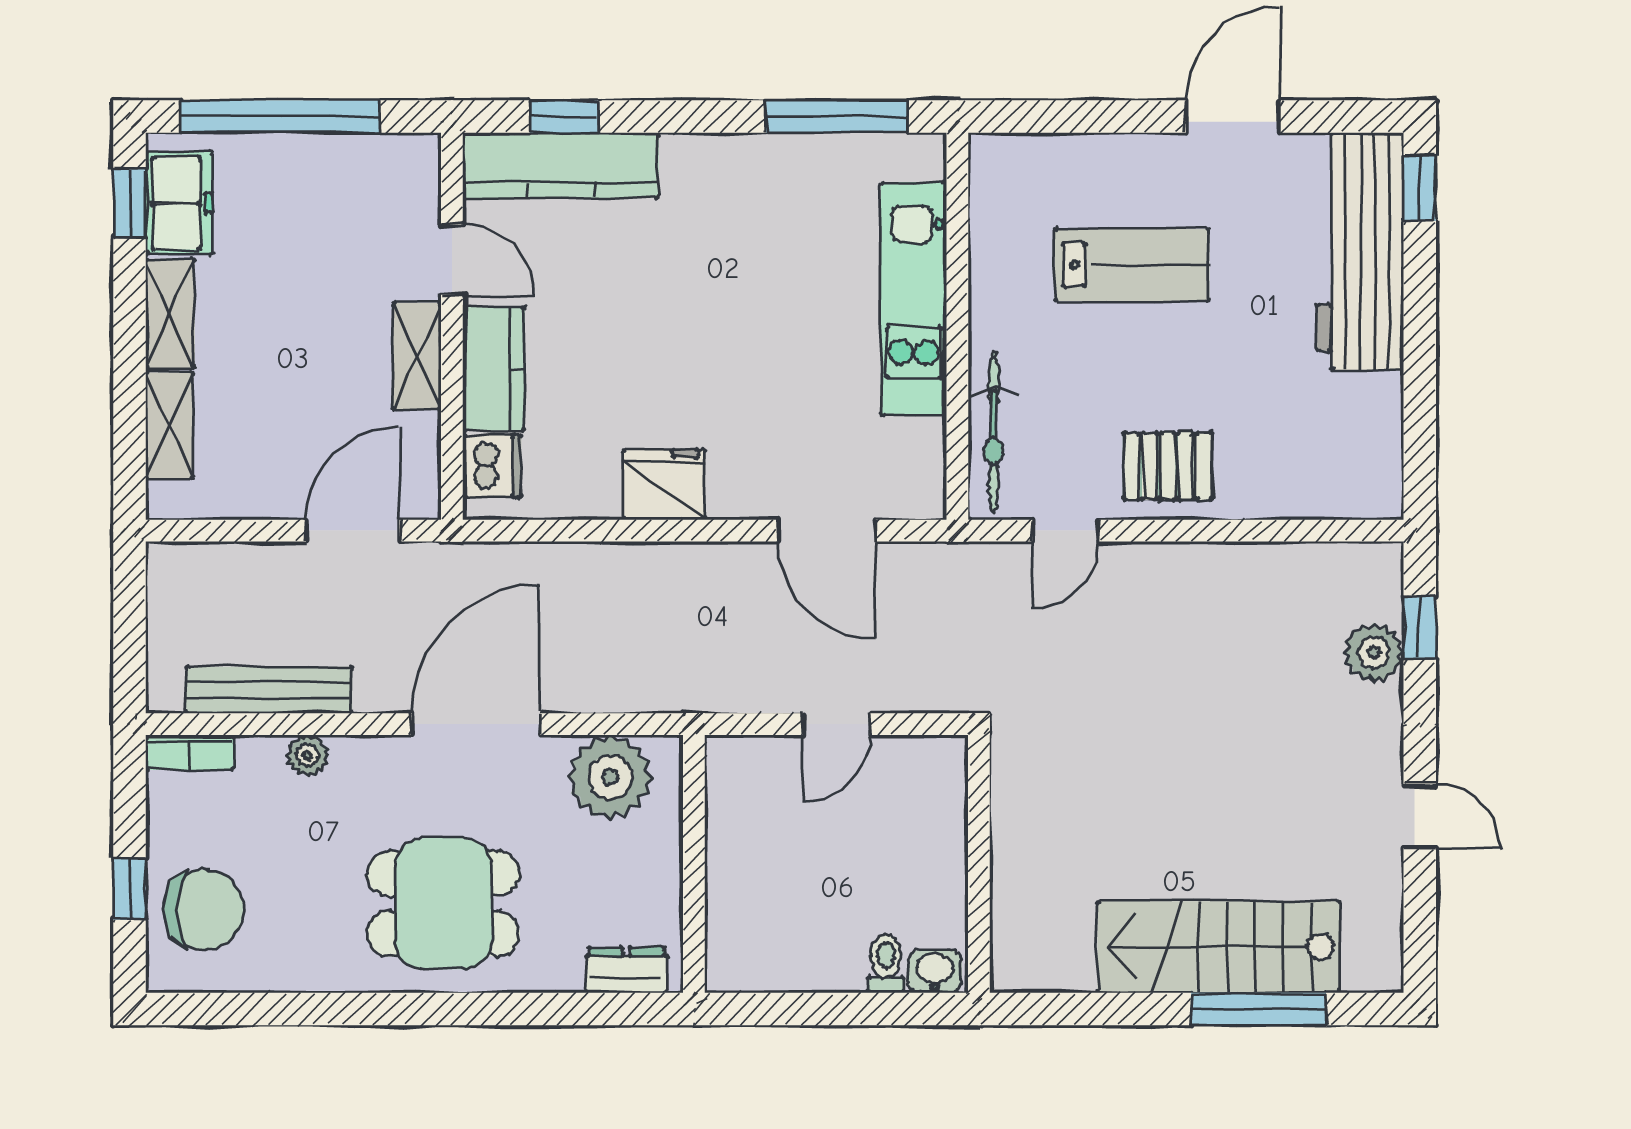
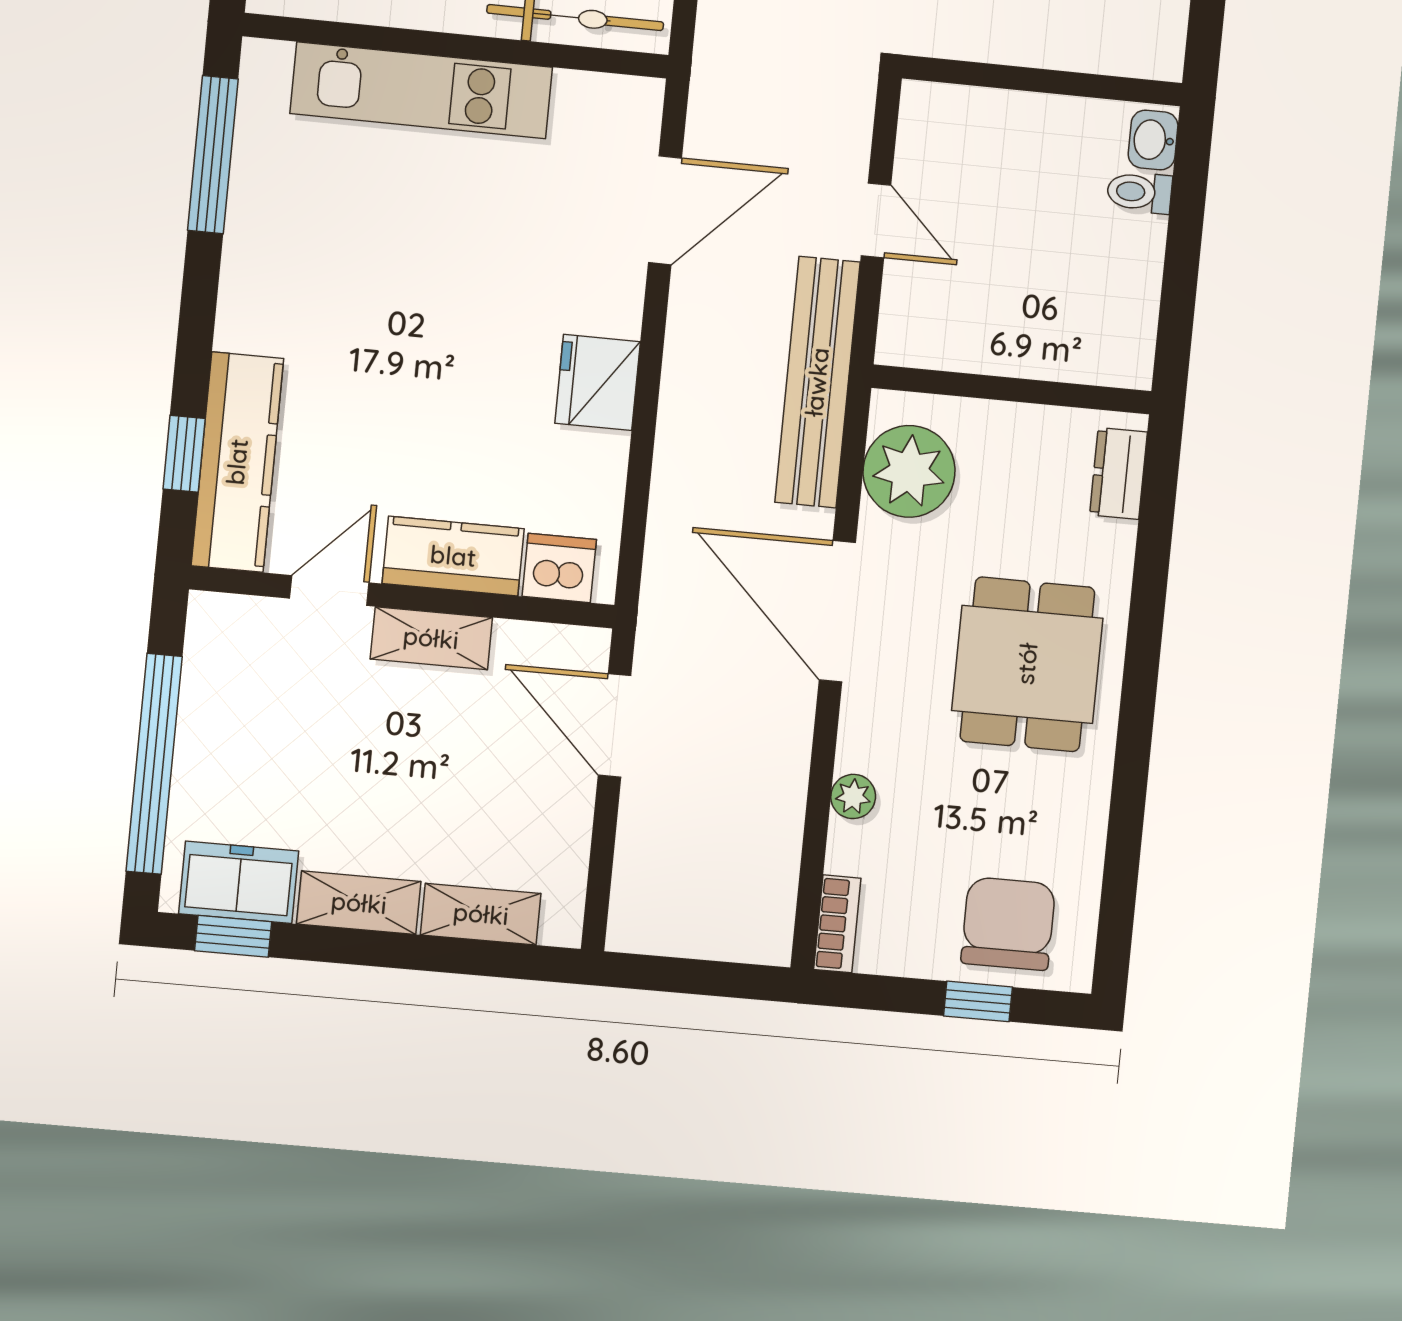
bench: (269, 690) -> (817, 382), moved, width x1.37, depth x1.21

